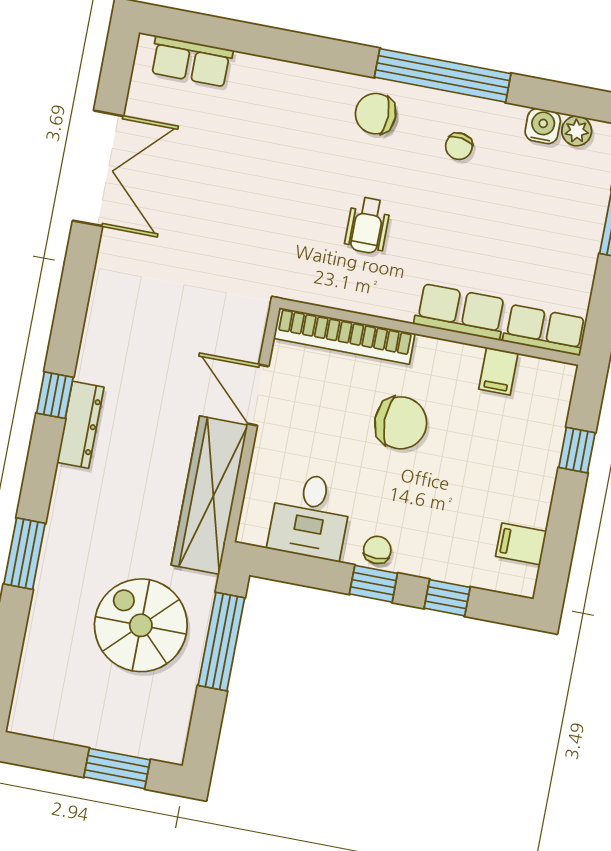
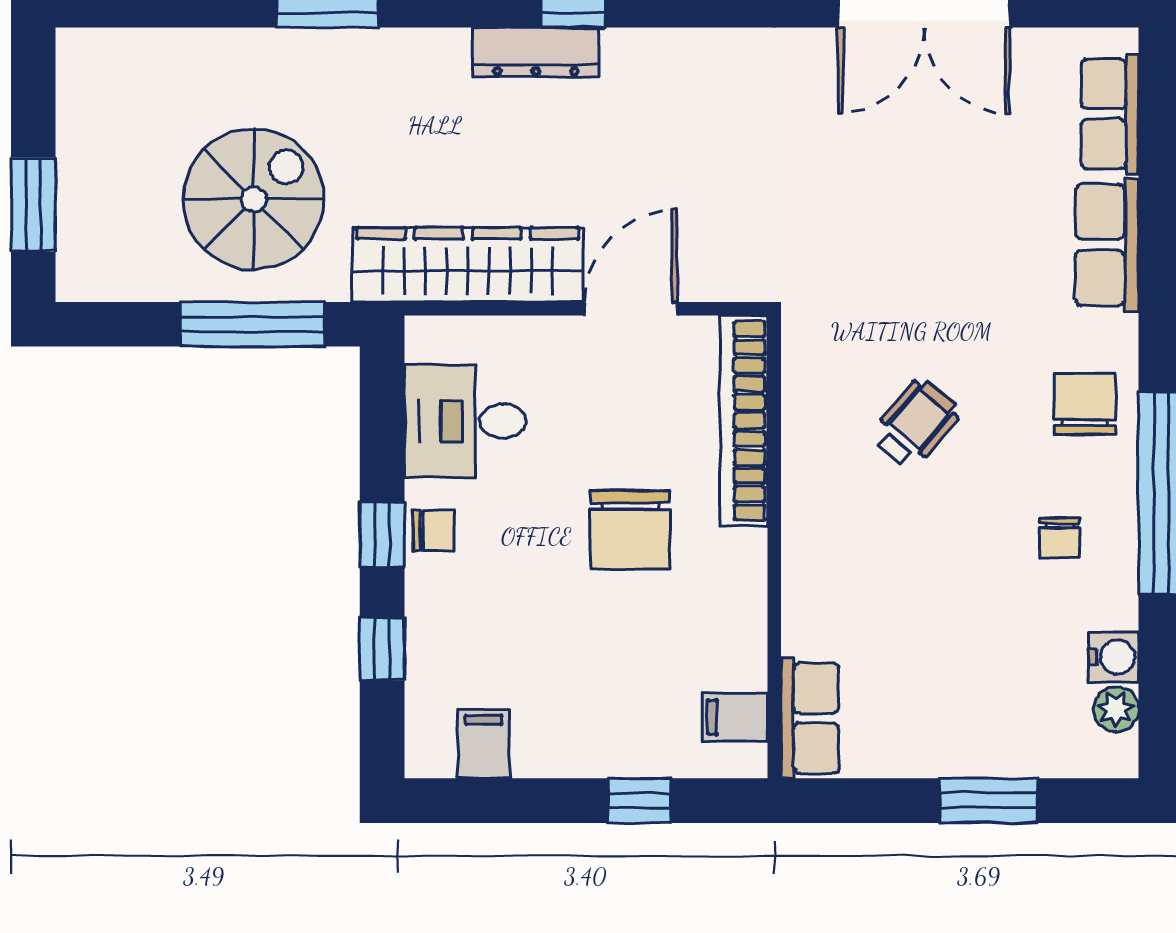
chair: (459, 146) -> (1060, 538), turned -99
wheelchair: (368, 225) -> (916, 424), turned 130
row of seats: (460, 312) -> (1107, 245), moved, turned 180
filing cabinet: (498, 371) -> (735, 717), moved

